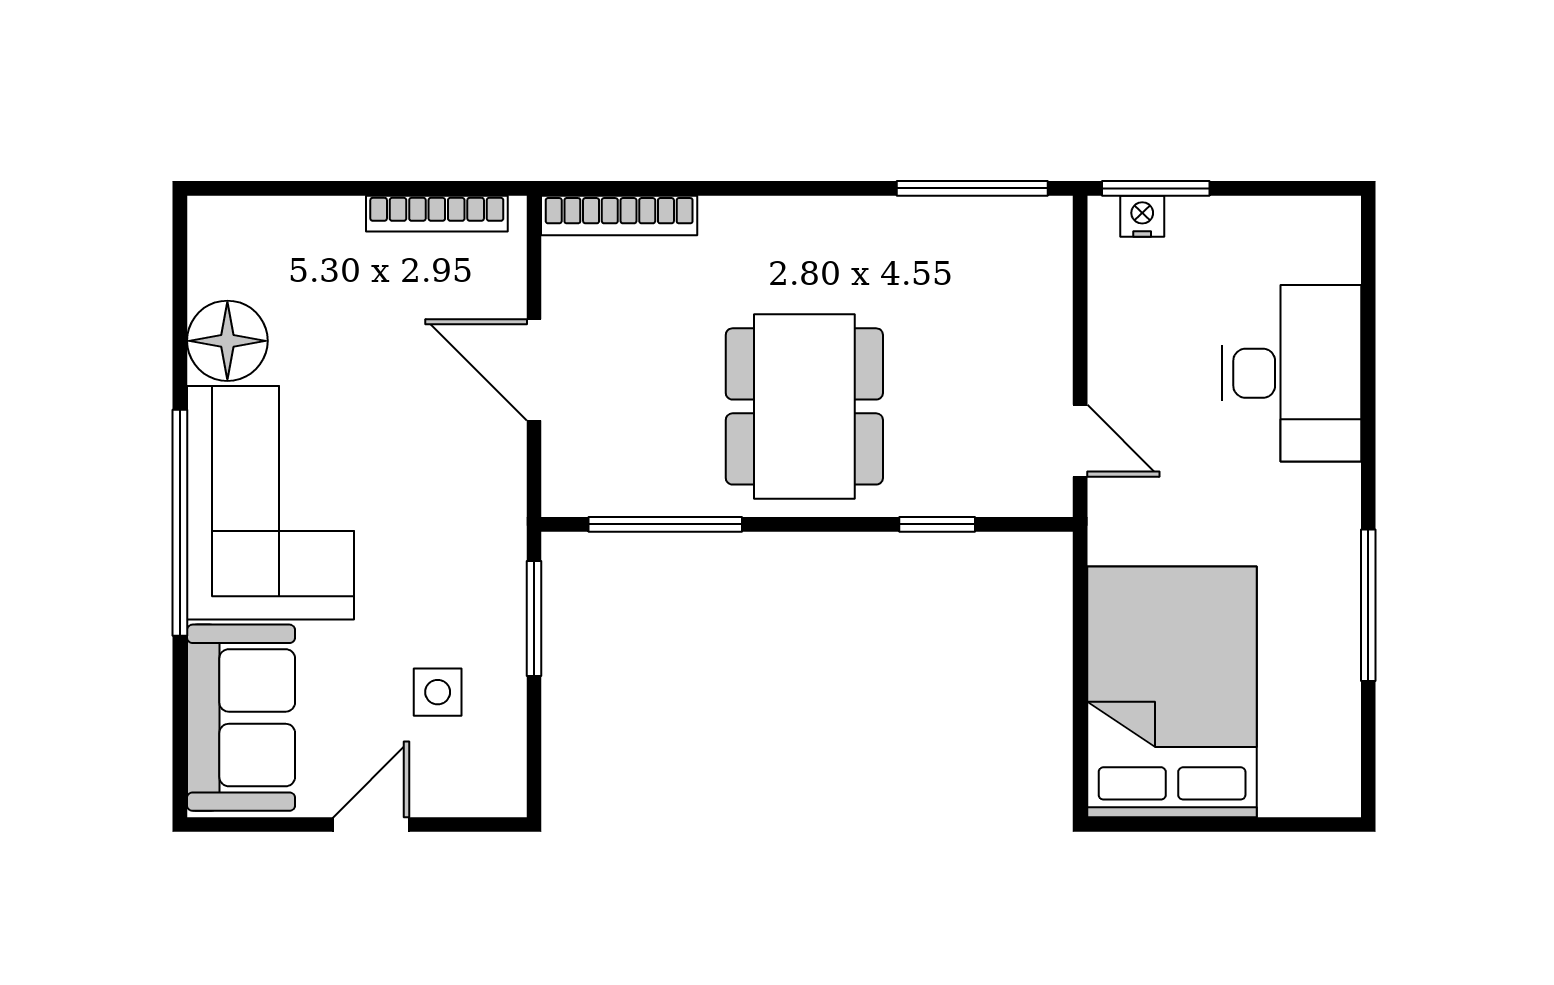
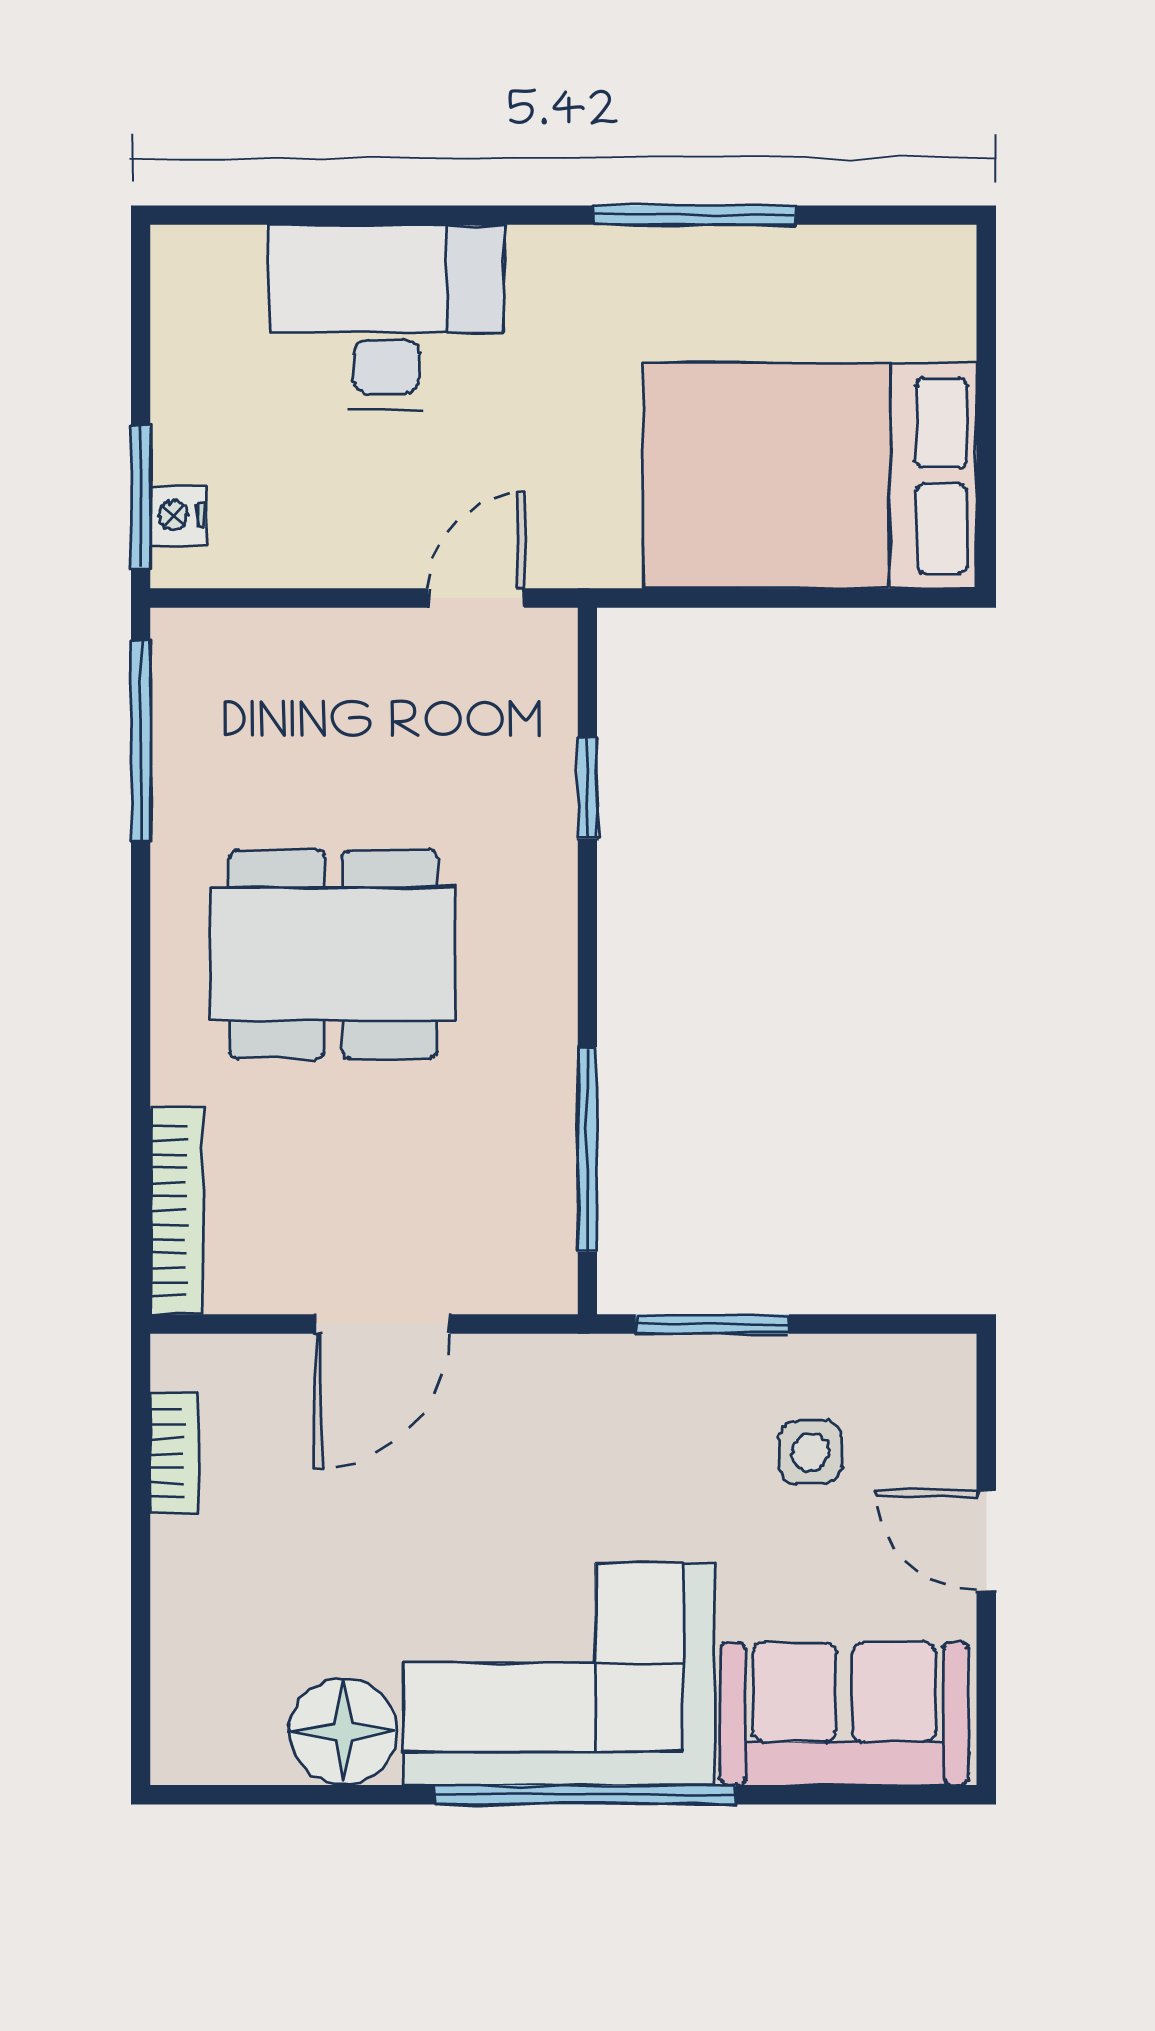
bookcase: (437, 214) -> (174, 1453), width x0.64
dining table: (804, 406) -> (333, 954), moved

